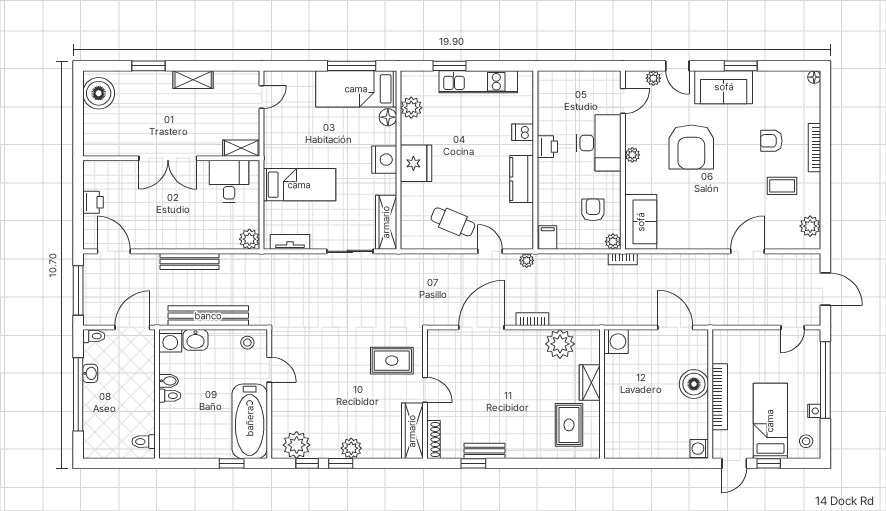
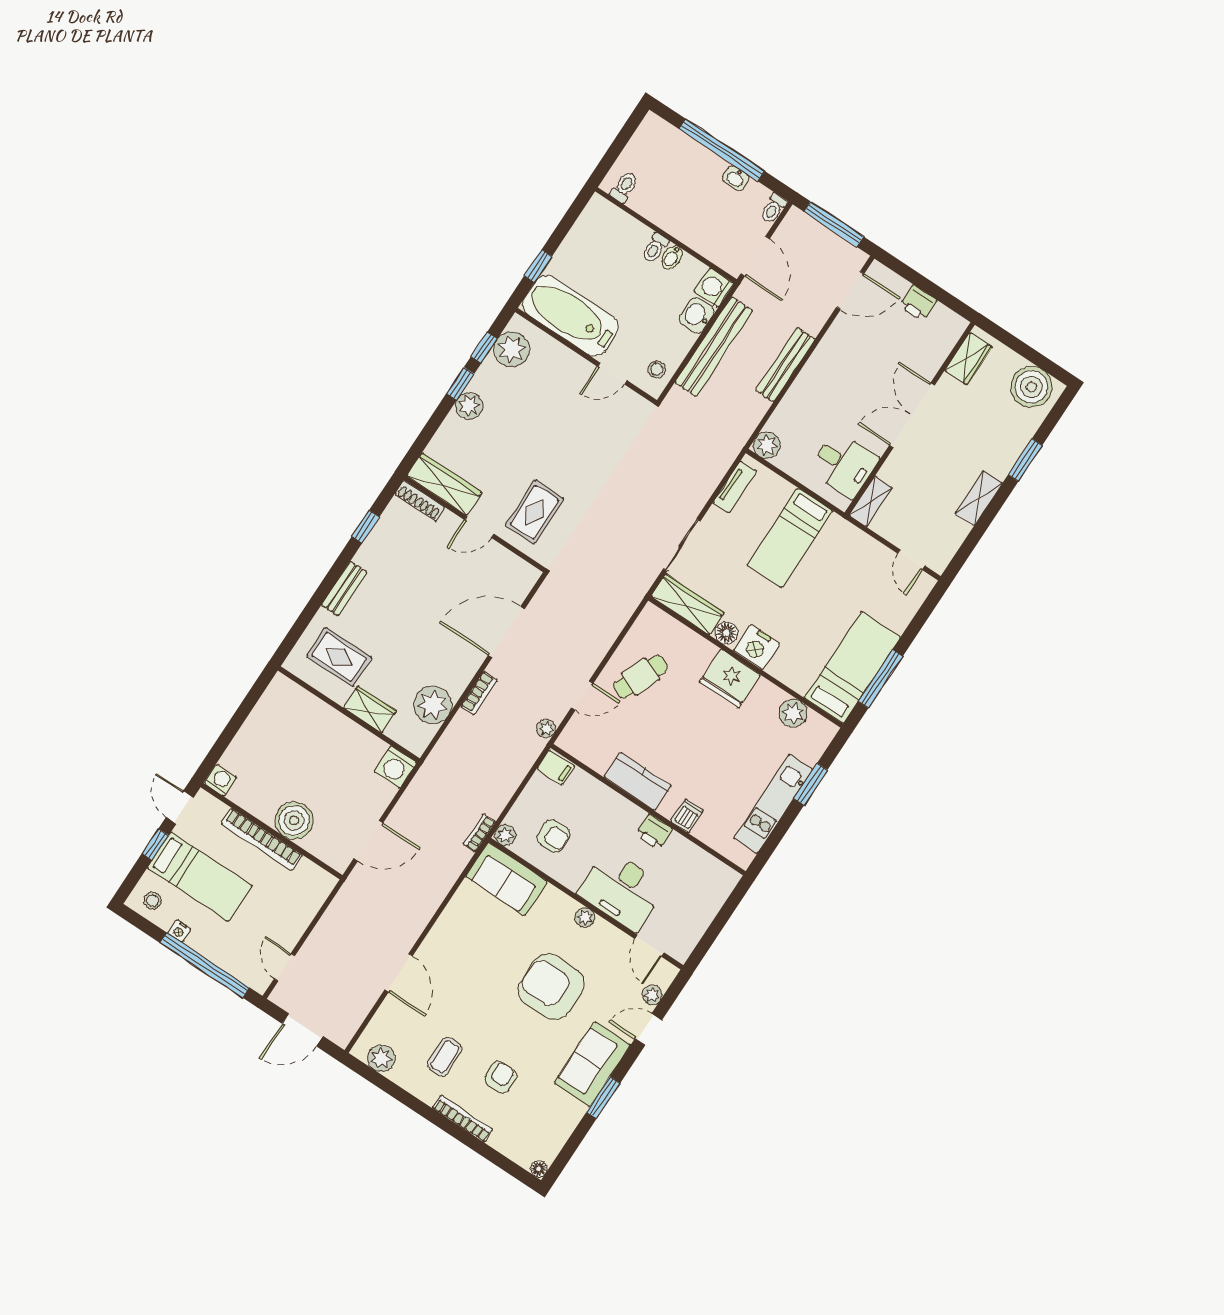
floor lamp: (388, 117) -> (726, 633), moved
wardrobe: (107, 146) -> (968, 359), added
door: (481, 327) -> (506, 632), swing flipped
bench: (485, 451) -> (344, 589), moved

